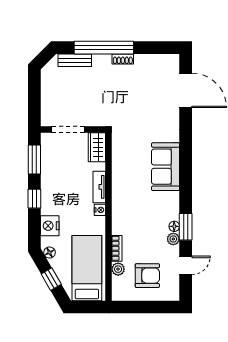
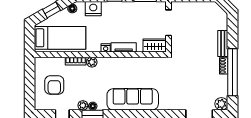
window: (104, 48) -> (233, 72), moved
bench: (75, 60) -> (223, 43), moved
plant: (171, 62) -> (221, 104), added
sofa: (166, 167) -> (133, 99), width x1.36
plant: (118, 269) -> (92, 62), moved

